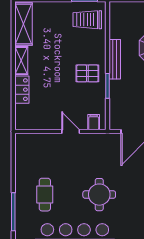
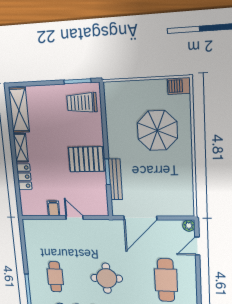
bench: (115, 59) -> (115, 179), moved
pallet: (87, 73) -> (86, 159), width x1.50, depth x1.42
filing cabinet: (94, 122) -> (53, 208), moved

